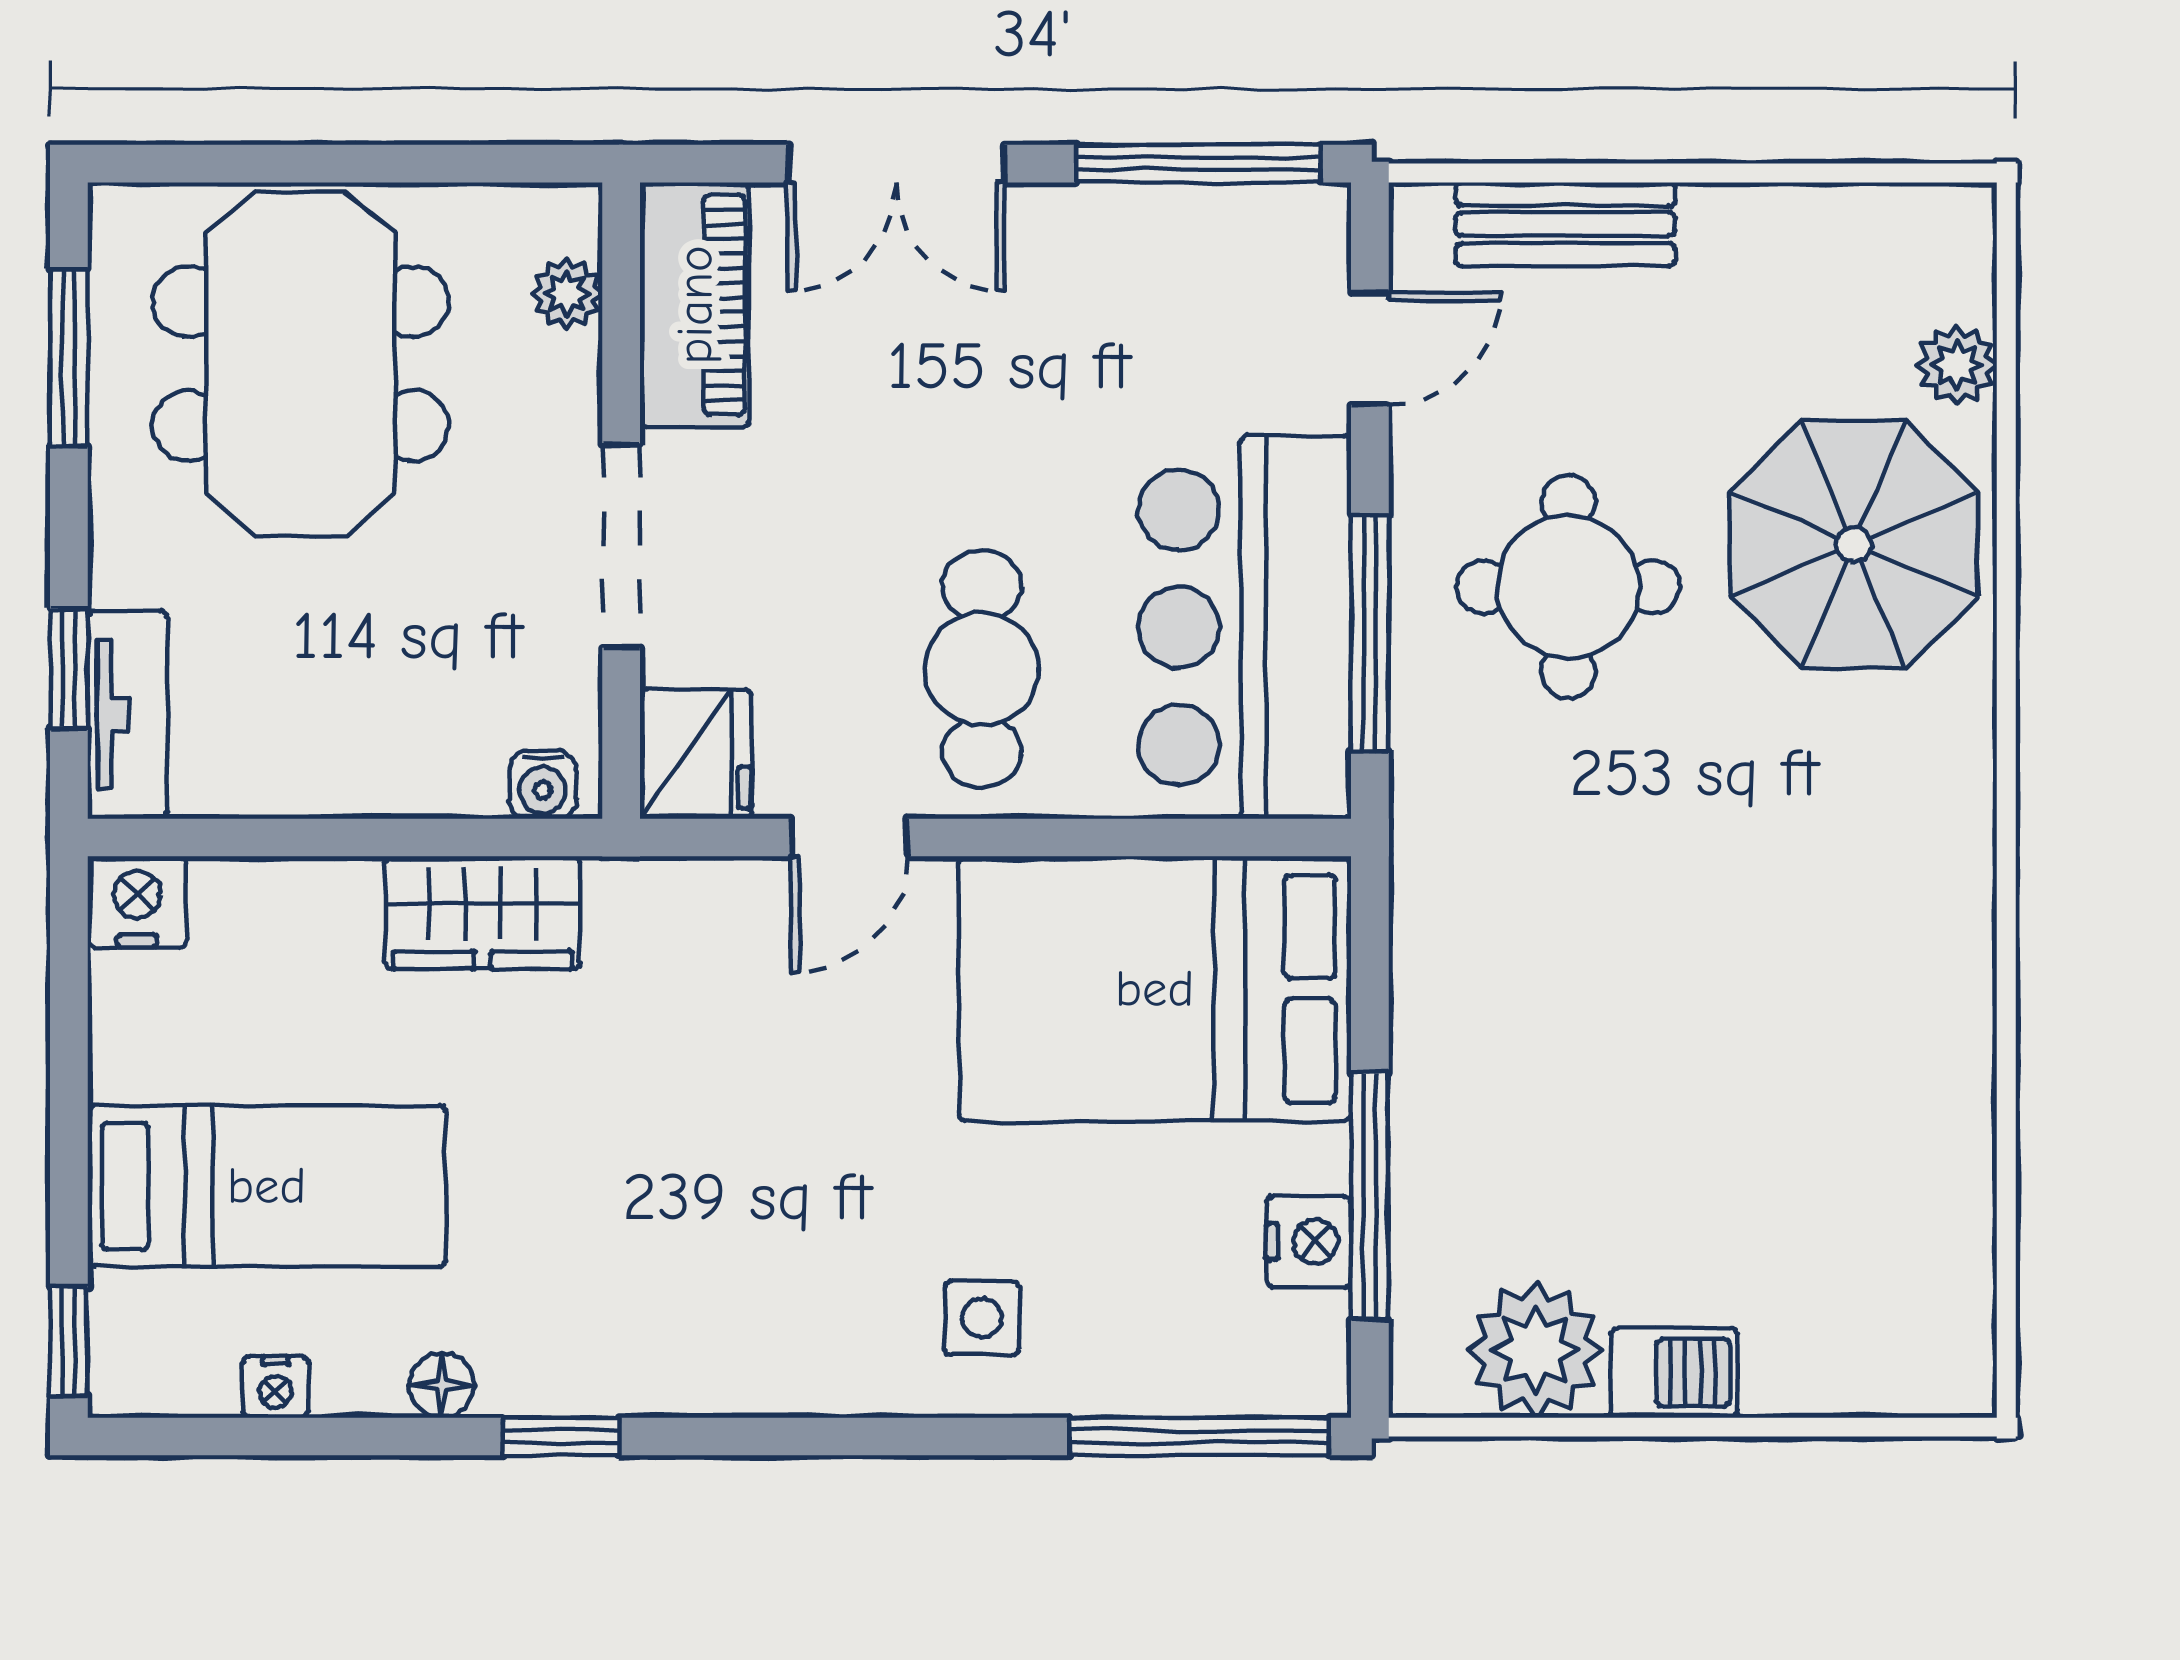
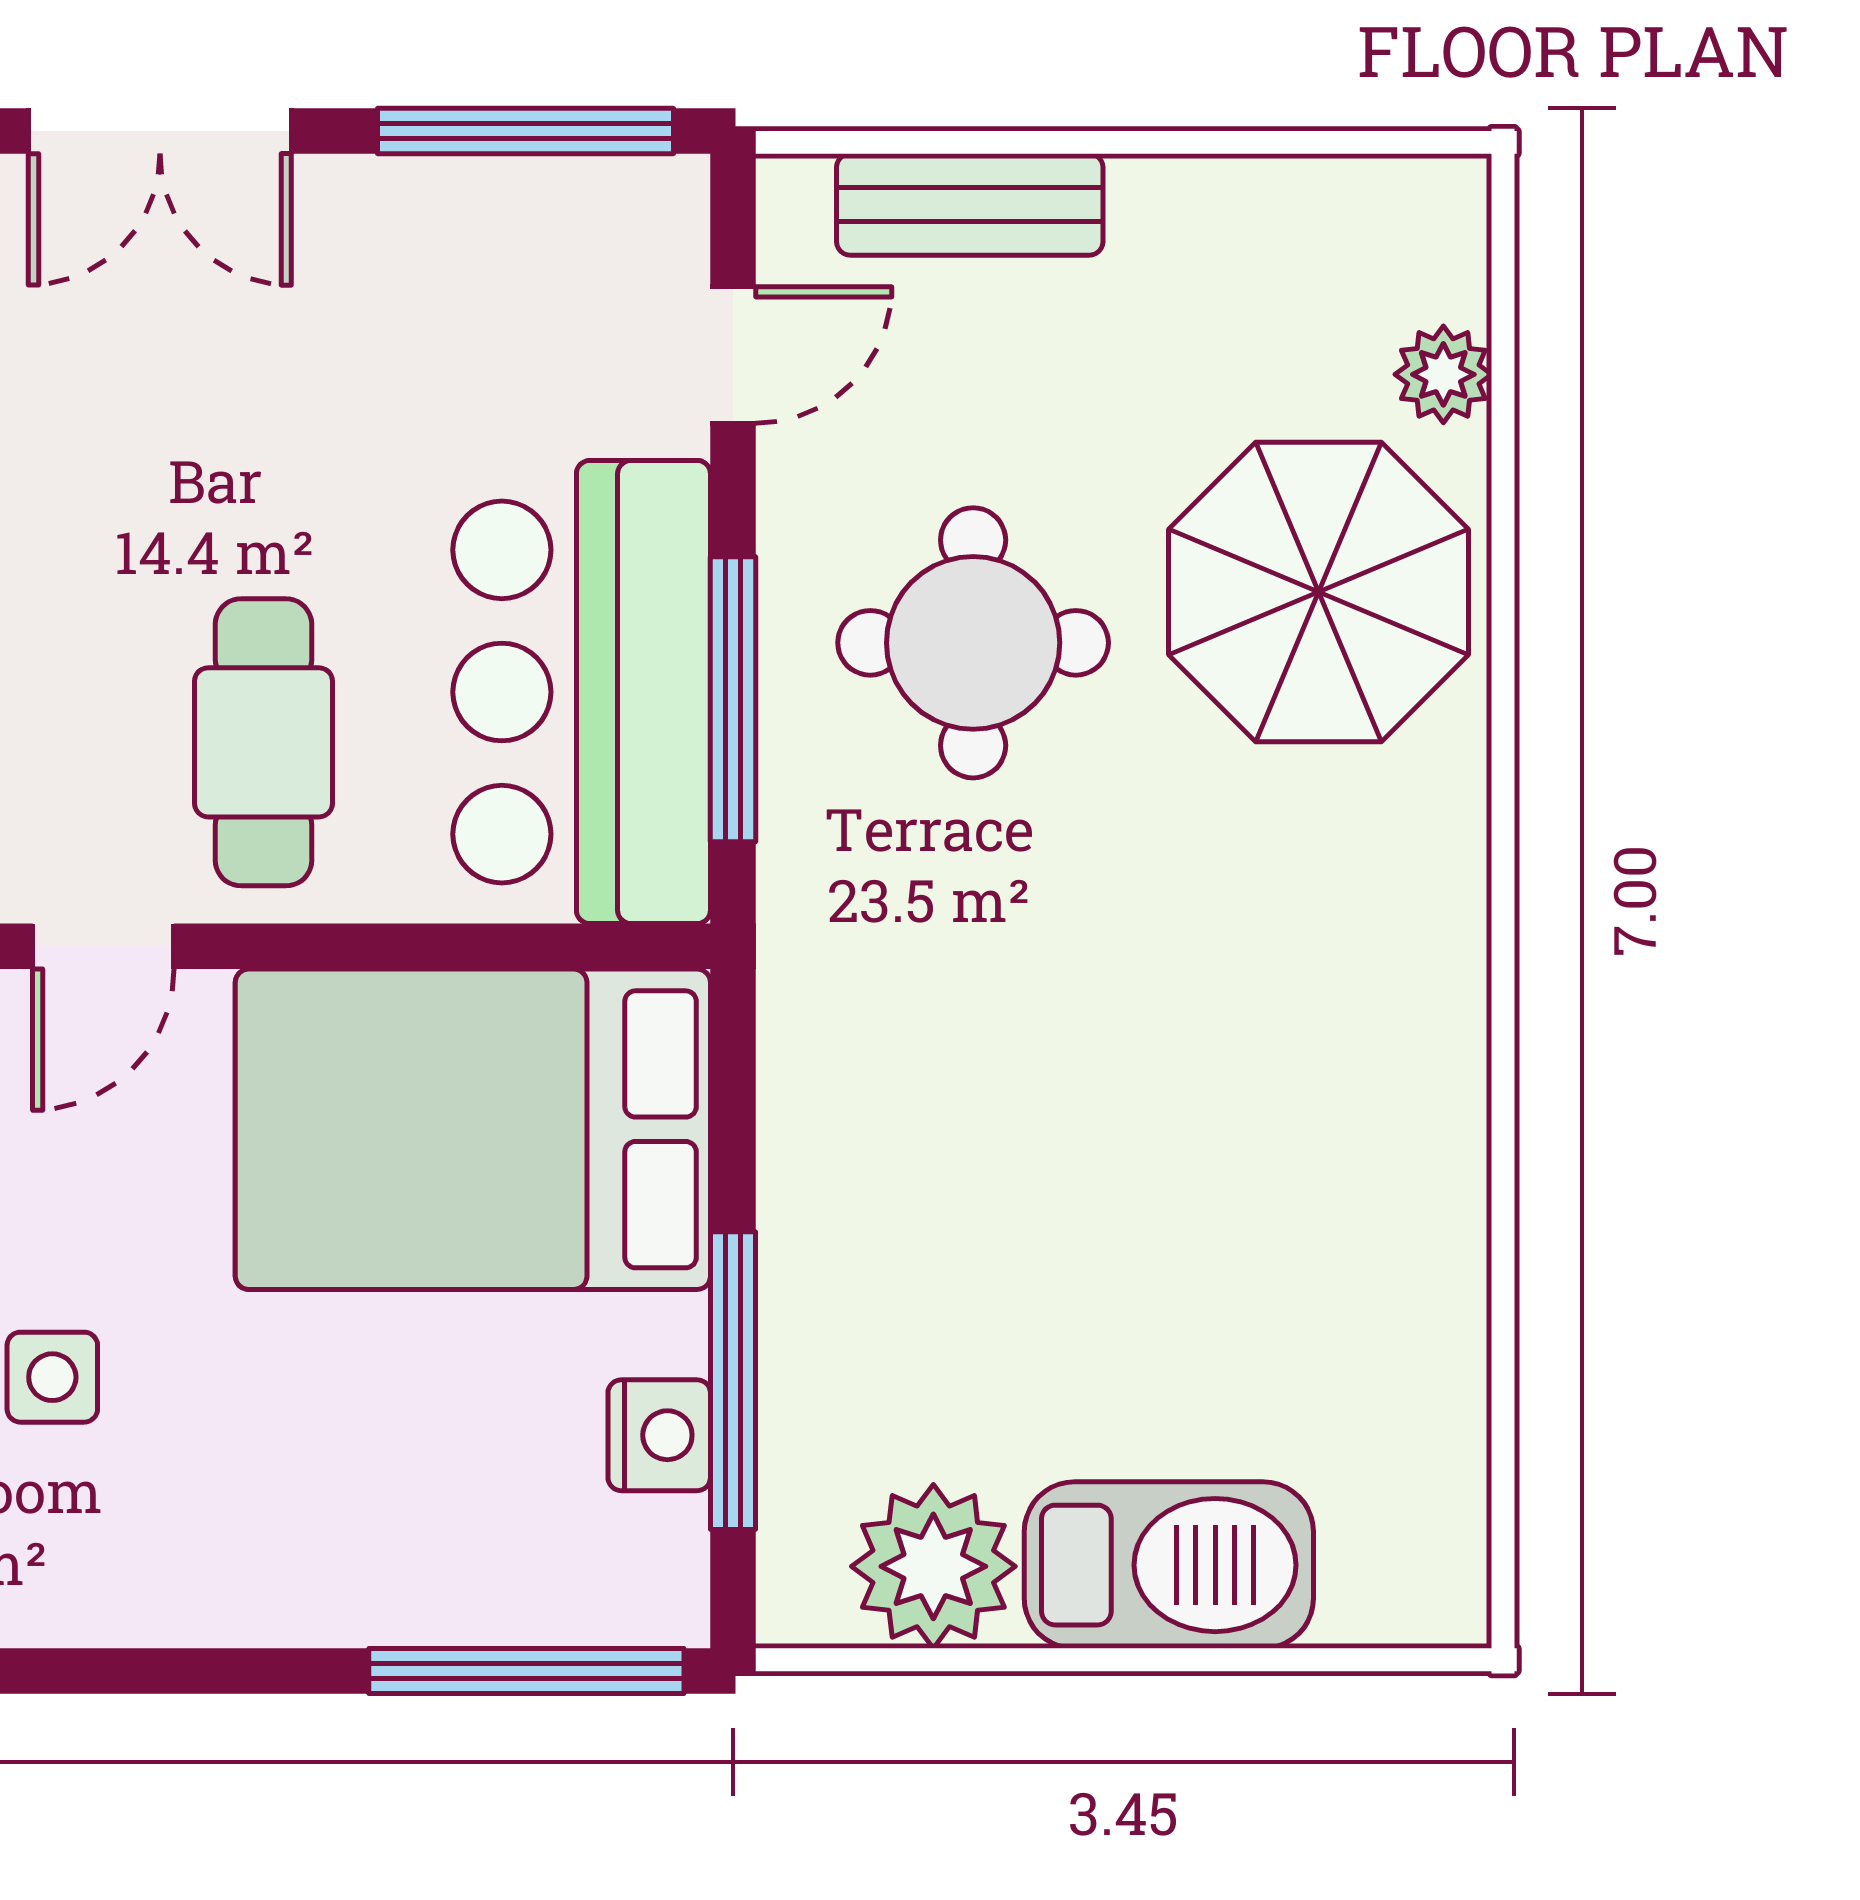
side table: (982, 1318) -> (52, 1377), moved
barbecue: (1674, 1373) -> (1169, 1565), width x1.88, depth x1.53

